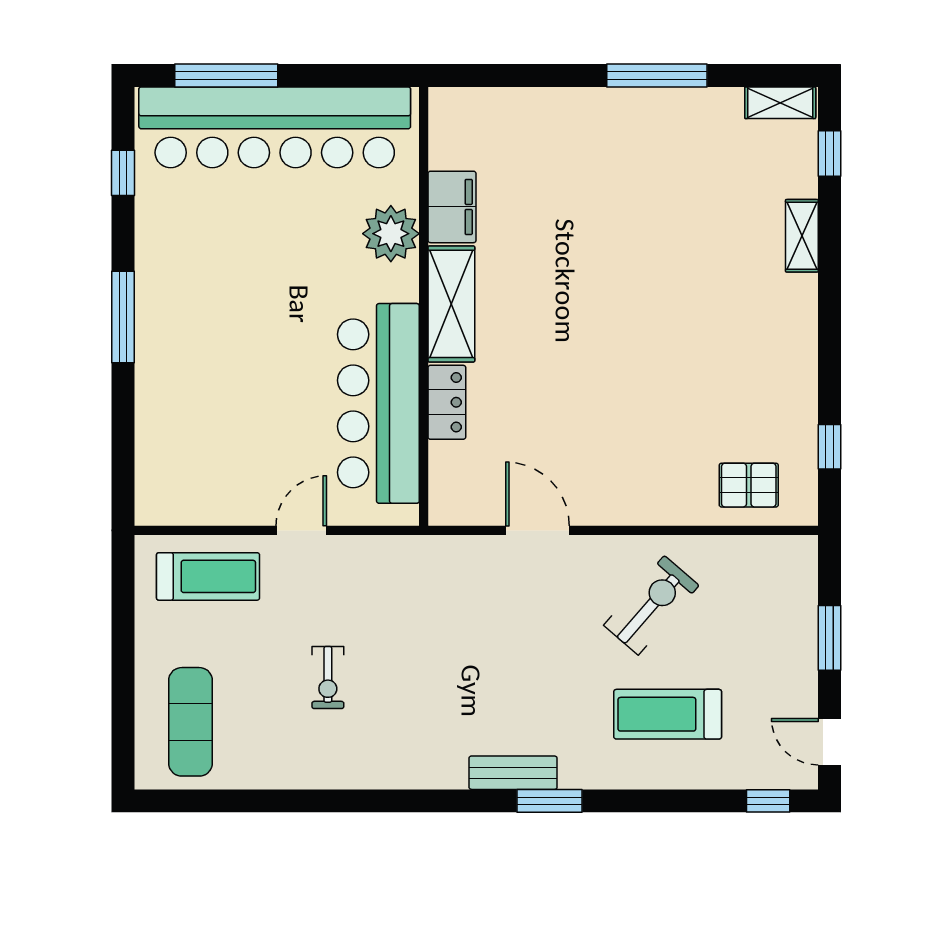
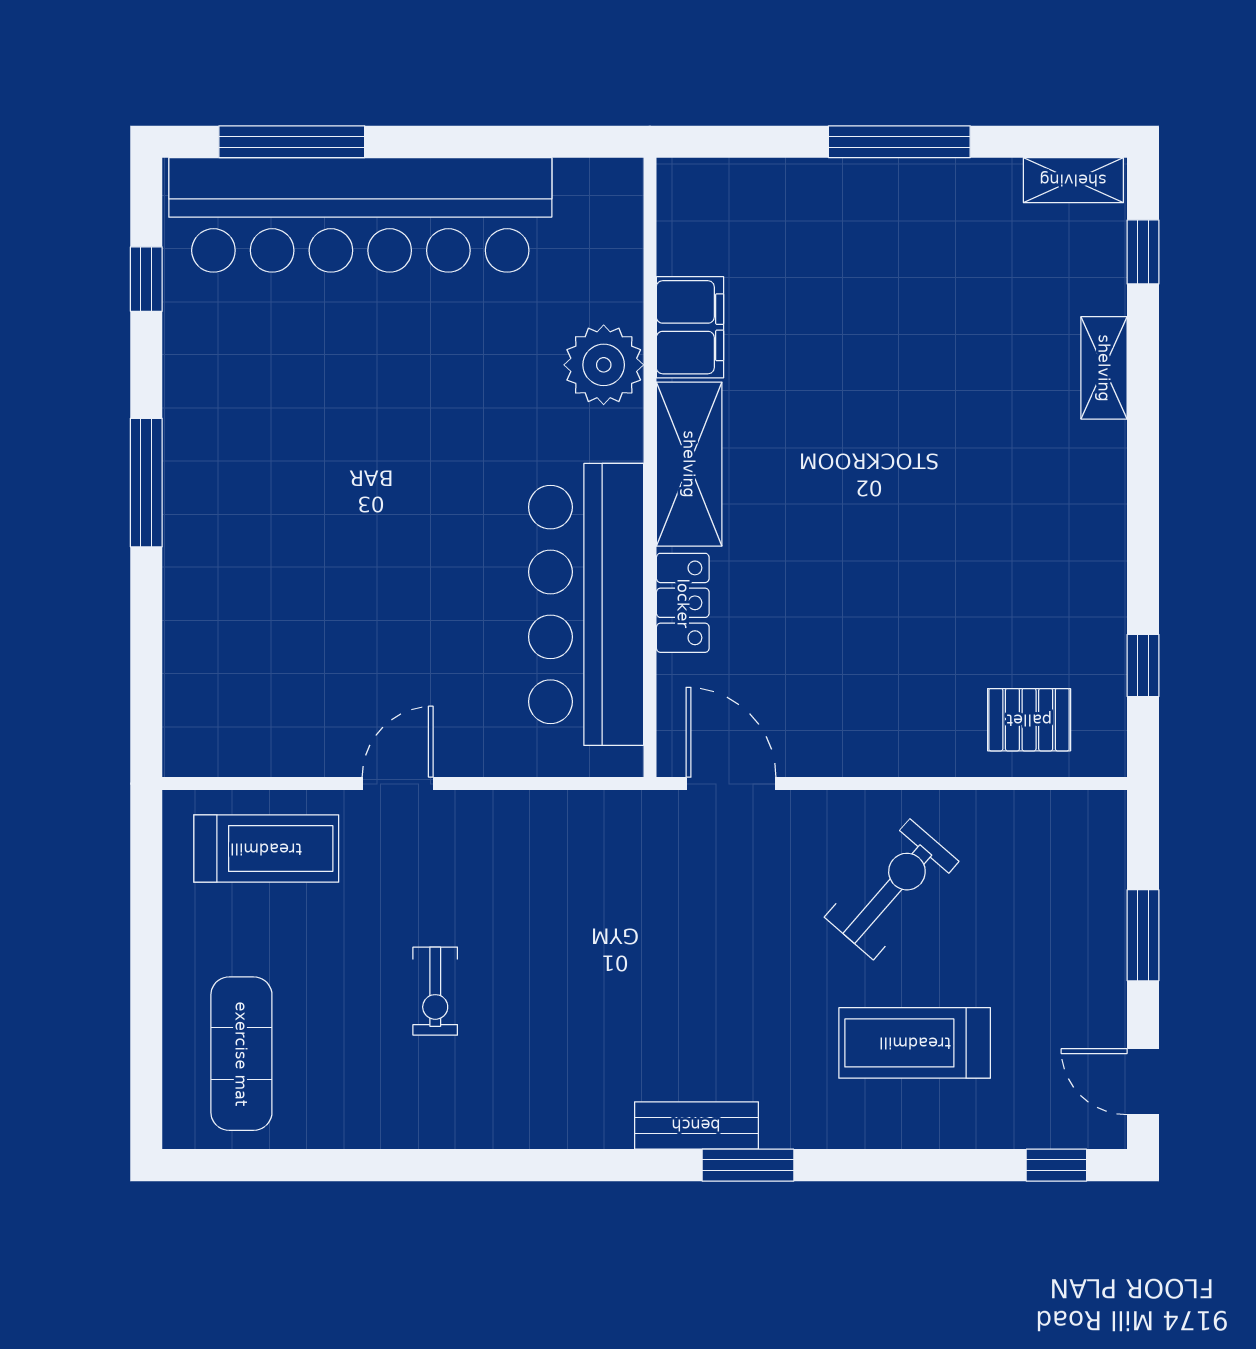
filing cabinet: (452, 207) -> (690, 327), moved
plant: (391, 234) -> (604, 365), moved
shelving: (451, 304) -> (689, 464), moved
wall: (424, 306) -> (650, 467), moved
locker: (447, 402) -> (683, 603), moved
bar counter: (378, 403) -> (586, 604), moved

